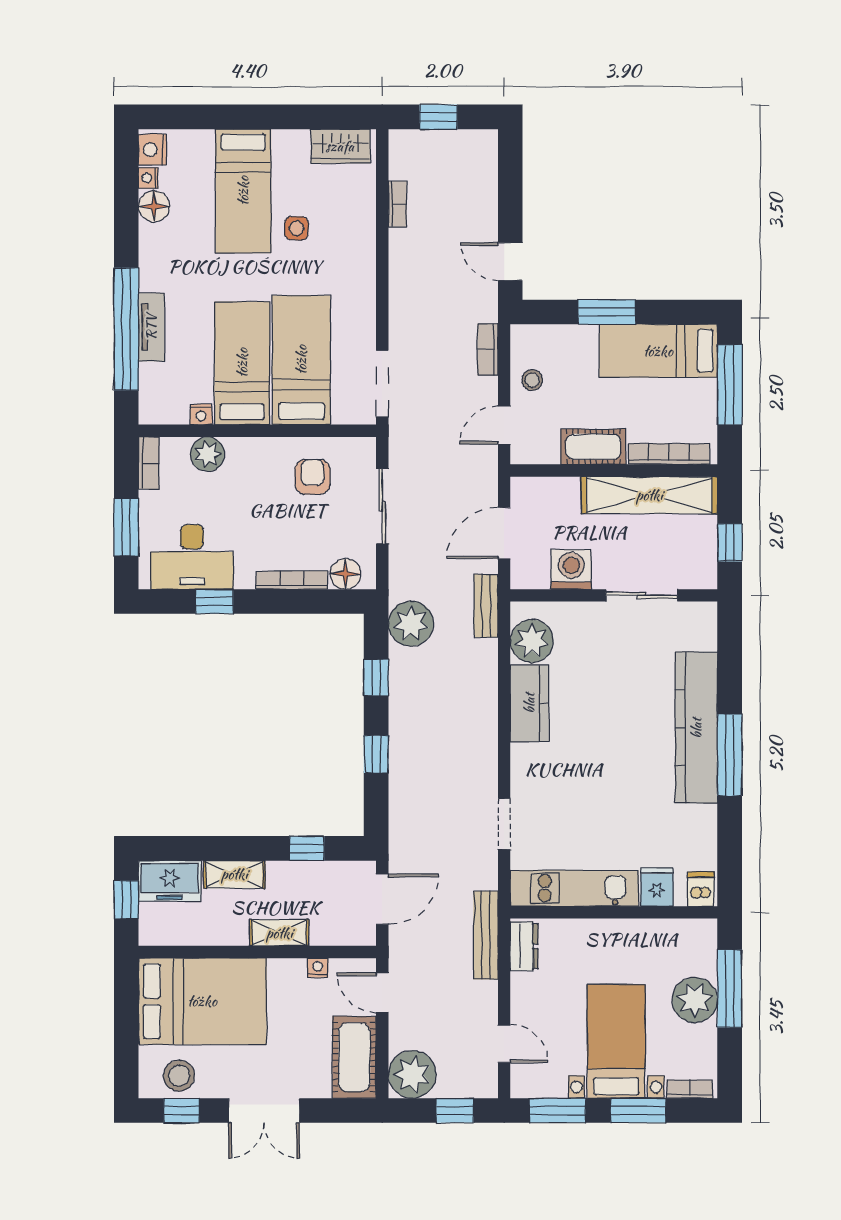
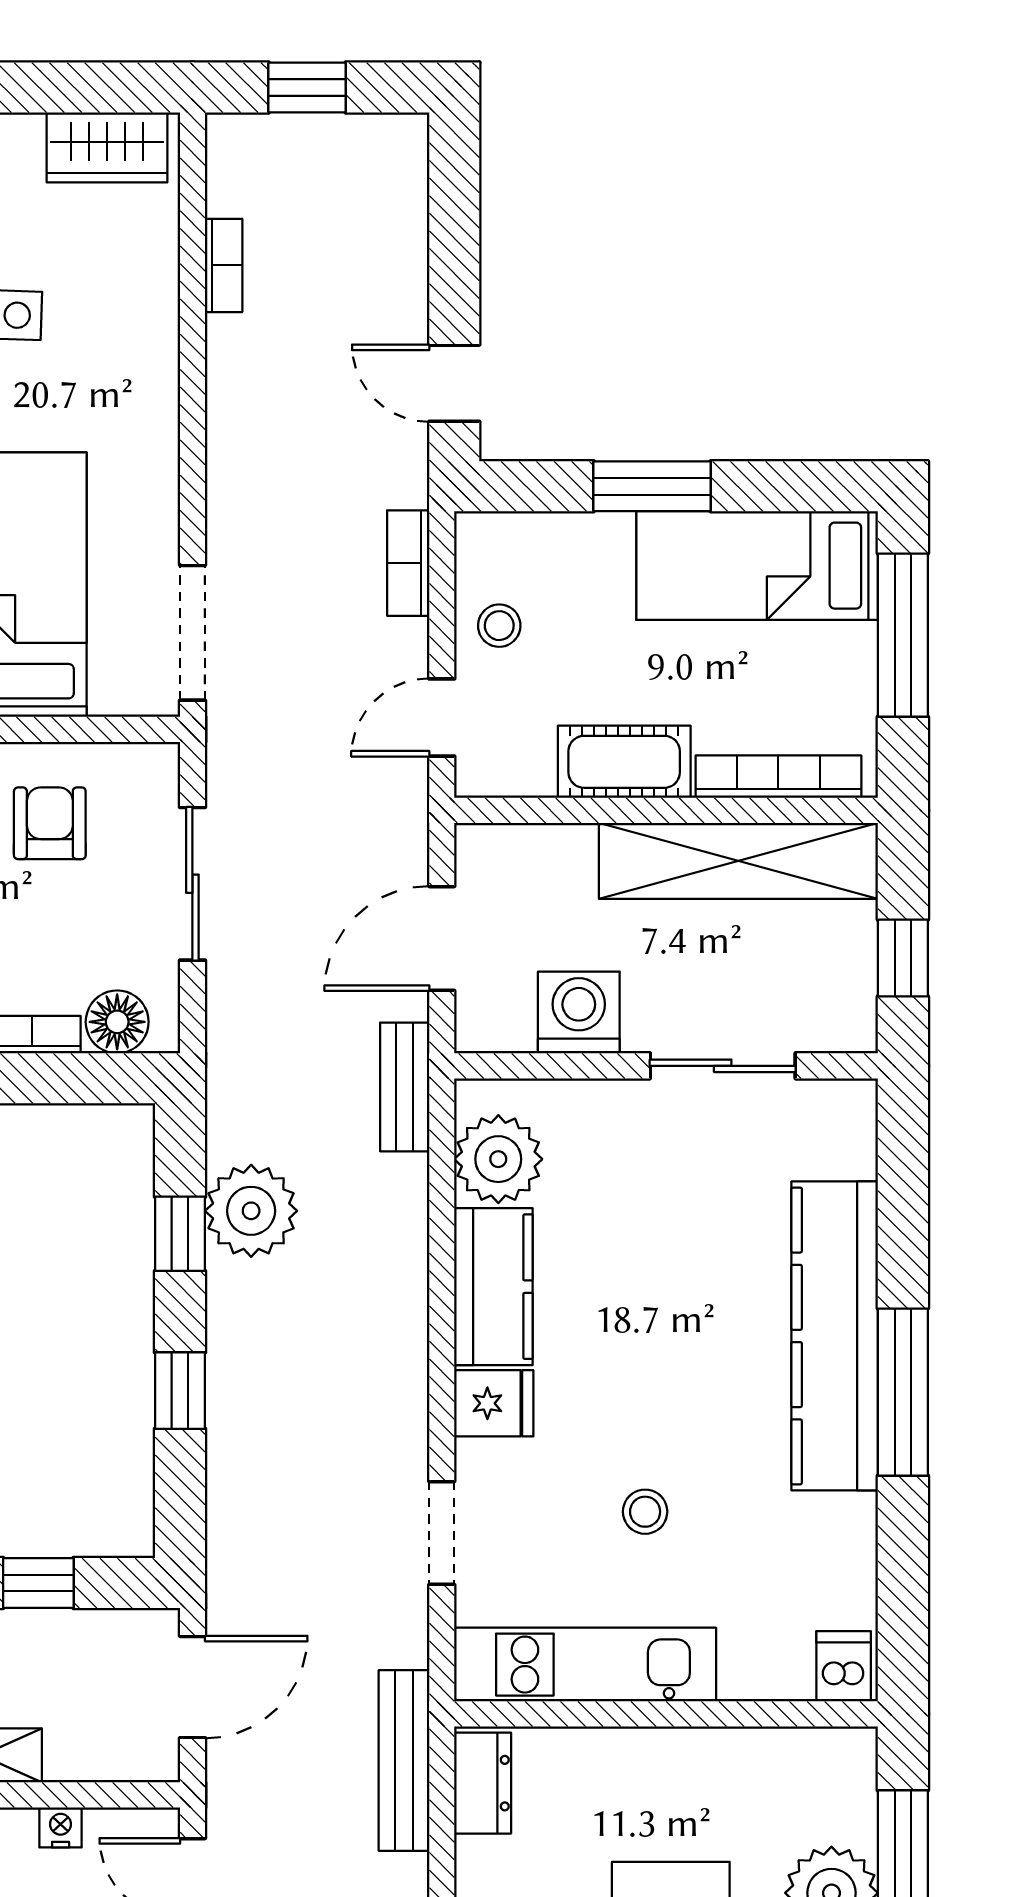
plant: (411, 624) -> (251, 1211), moved
stool: (604, 813) -> (645, 1512), added
fridge: (657, 887) -> (494, 1403), moved, turned 90

